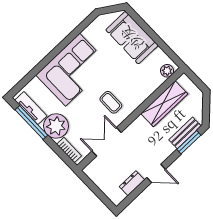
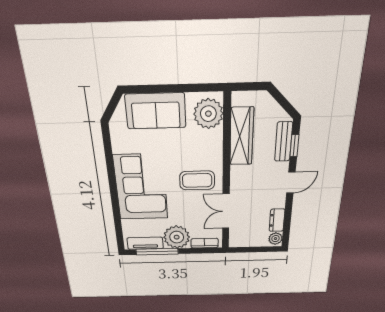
plant: (167, 71) -> (208, 114), width x1.88, depth x1.88
coffee table: (111, 102) -> (197, 180), width x1.36, depth x1.30
window: (189, 142) -> (294, 146), width x0.67
door: (156, 173) -> (291, 182), moved
plant: (118, 197) -> (275, 239), added

